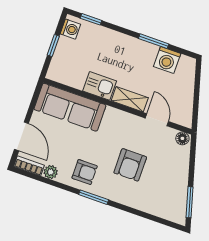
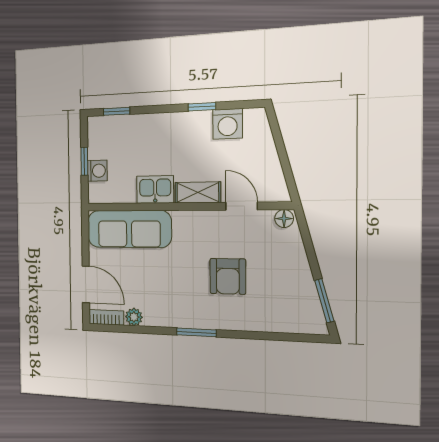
washing machine: (70, 29) -> (97, 171), moved
window: (154, 41) -> (202, 107), width x0.67
armchair: (85, 172) -> (174, 304), removed

